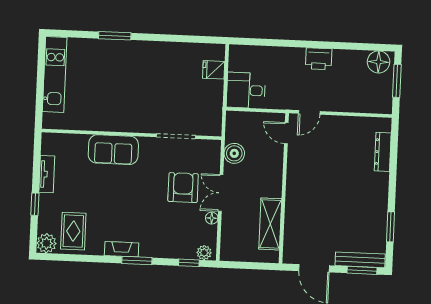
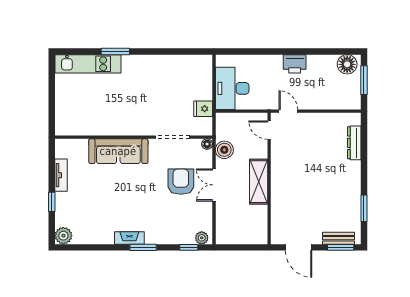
fridge: (214, 70) -> (203, 109), moved
kitchen unit: (55, 75) -> (88, 64), moved, turned 90
desk: (246, 90) -> (232, 88), width x1.37
door: (309, 112) -> (288, 111), swing flipped
sofa: (113, 150) -> (118, 151), width x1.36
floor lamp: (212, 218) -> (207, 144), moved
shelving: (270, 224) -> (259, 182), moved
rug: (73, 231) -> (86, 224), removed
bench: (360, 260) -> (339, 238), width x0.73

